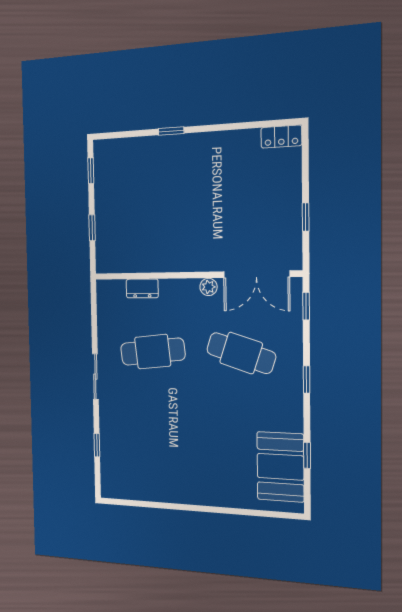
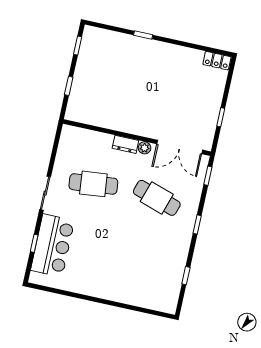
dresser: (142, 288) -> (125, 144), moved
bar counter: (120, 444) -> (53, 245), added
booth: (280, 467) -> (166, 280), removed

